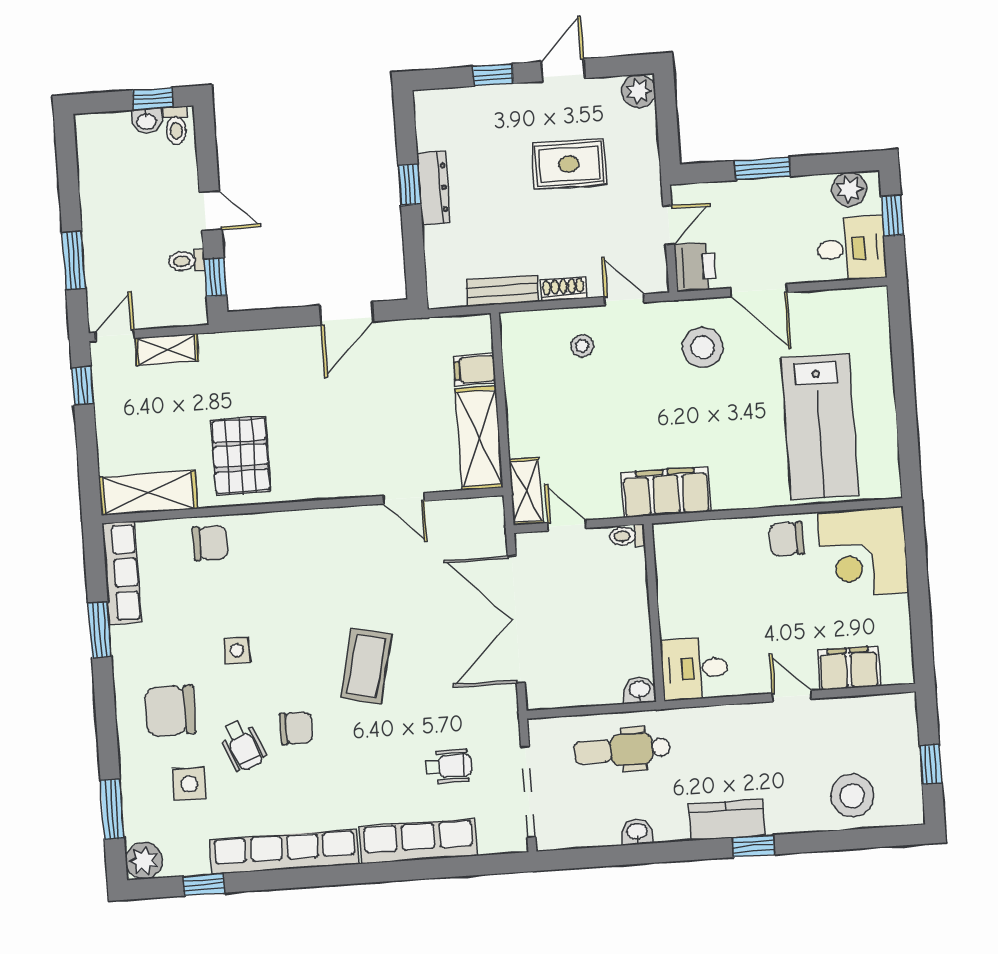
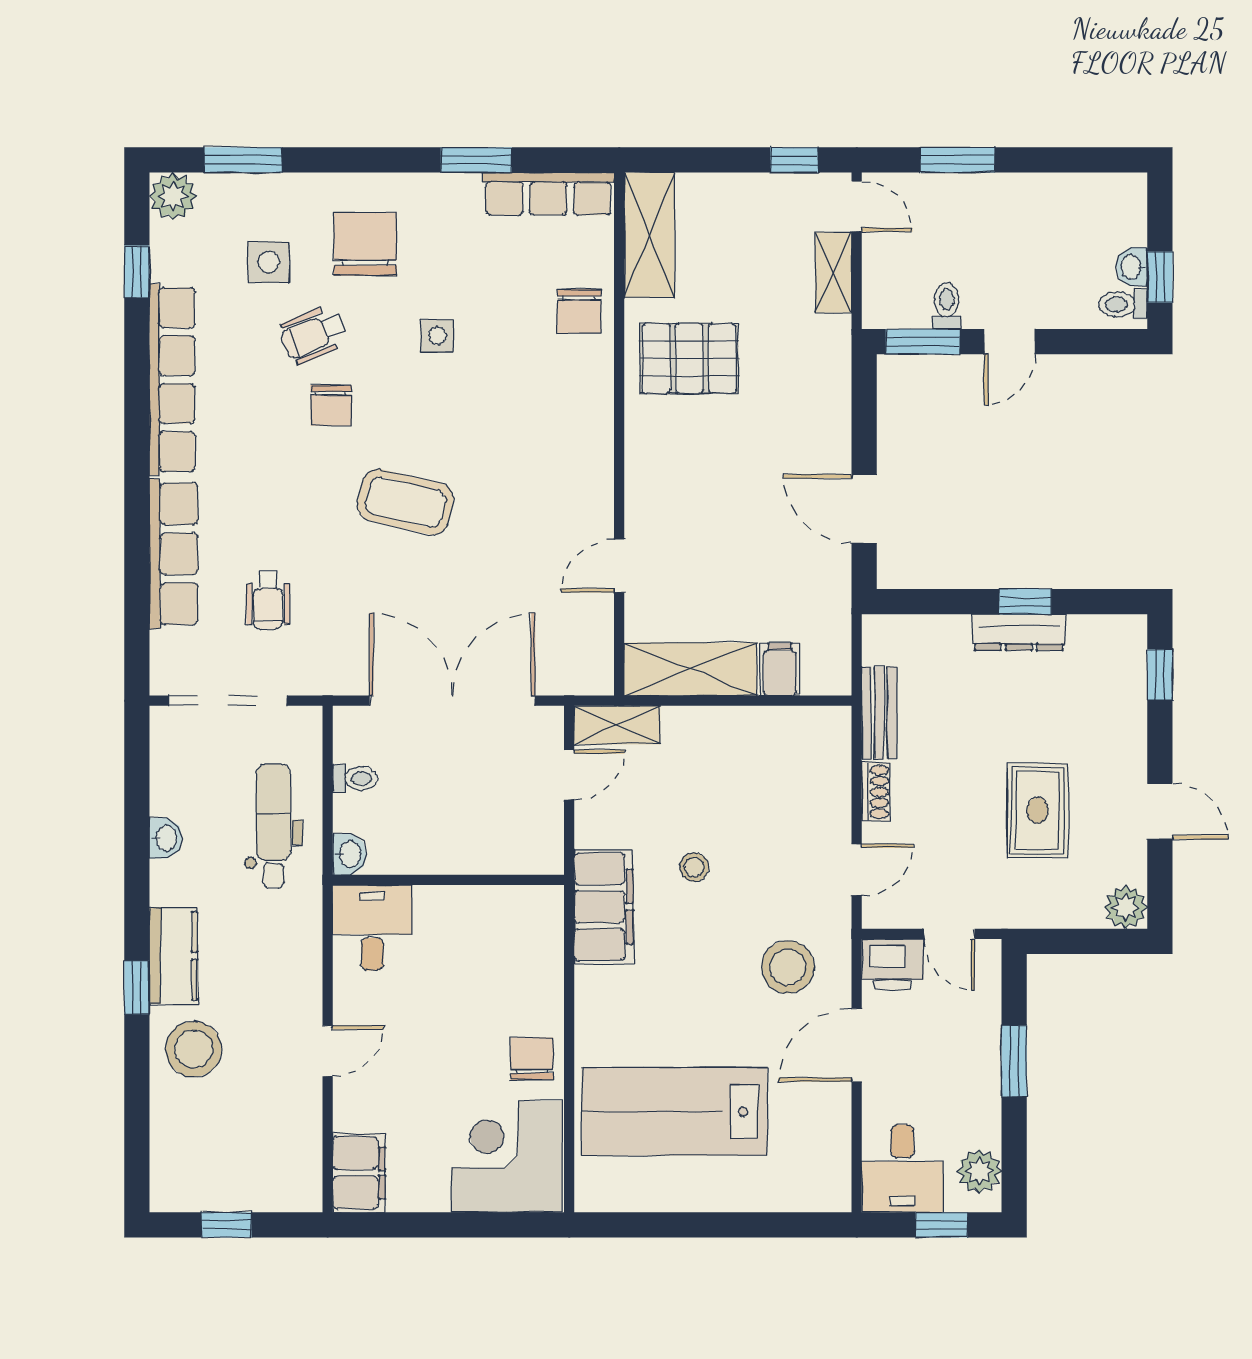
window: (493, 75) -> (1160, 675), moved
window: (215, 277) -> (923, 342), width x1.50
stool: (582, 346) -> (694, 867), moved
toilet: (627, 536) -> (355, 778), moved, turned 90
filing cabinet: (849, 668) -> (359, 1173), moved
stool: (852, 796) -> (194, 1049), moved

